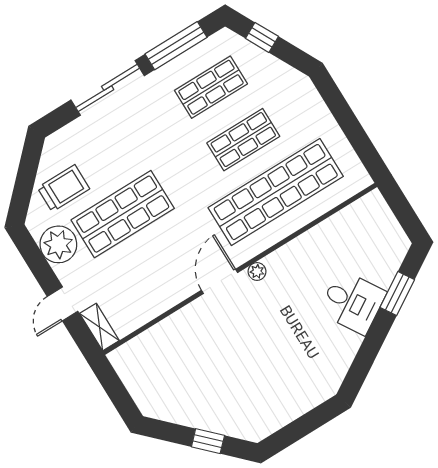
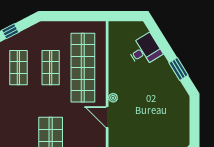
window: (397, 294) -> (178, 69), moved
desk: (352, 302) -> (145, 50), moved

